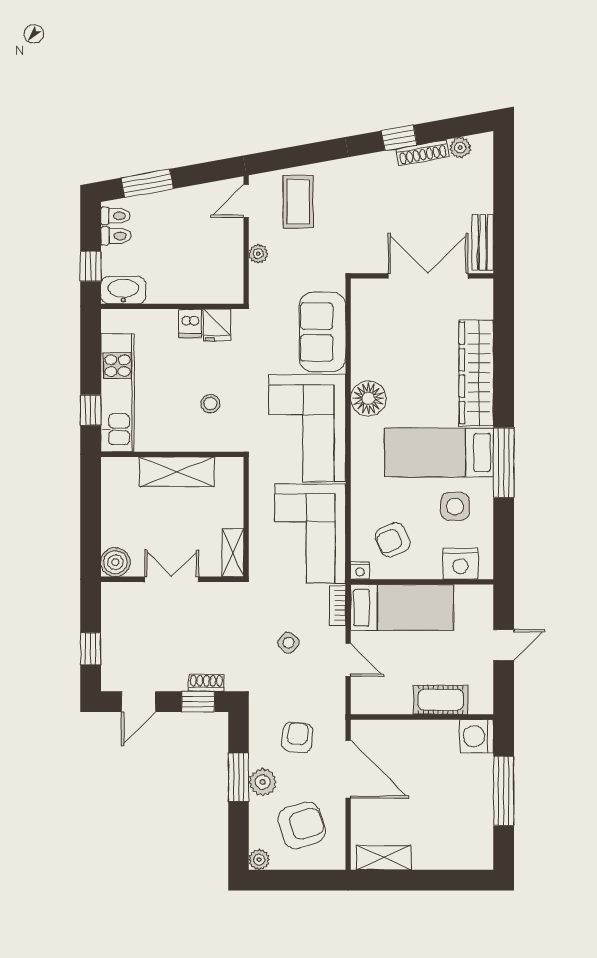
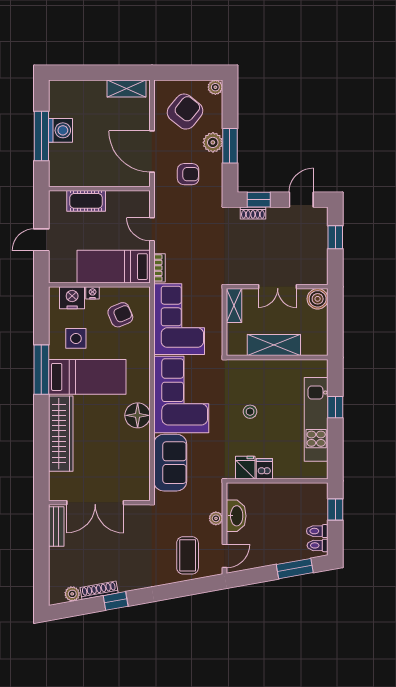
washbasin: (123, 290) -> (236, 516), moved, turned -90
wall: (172, 454) -> (277, 357), moved
shelving: (177, 472) -> (274, 345), moved
nightstand: (360, 570) -> (93, 293), moved
side table: (289, 643) -> (194, 242), removed
washing machine: (477, 736) -> (60, 130), moved
armchair: (297, 737) -> (188, 174), turned -97
armchair: (302, 825) -> (185, 112), turned 146

